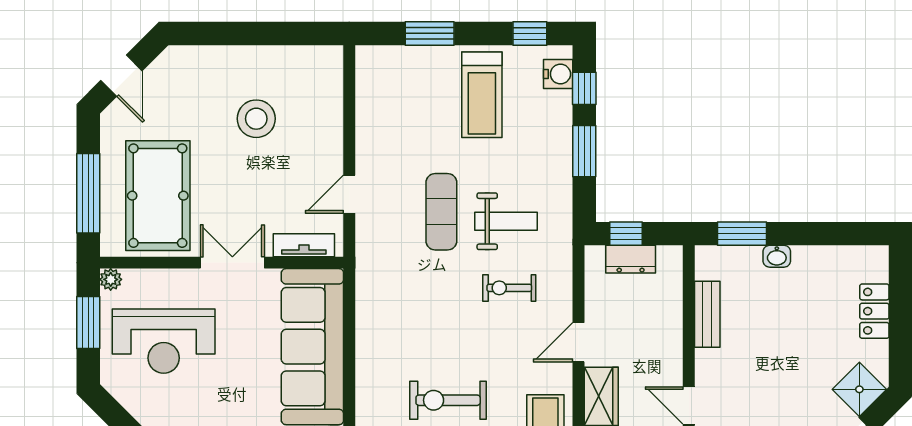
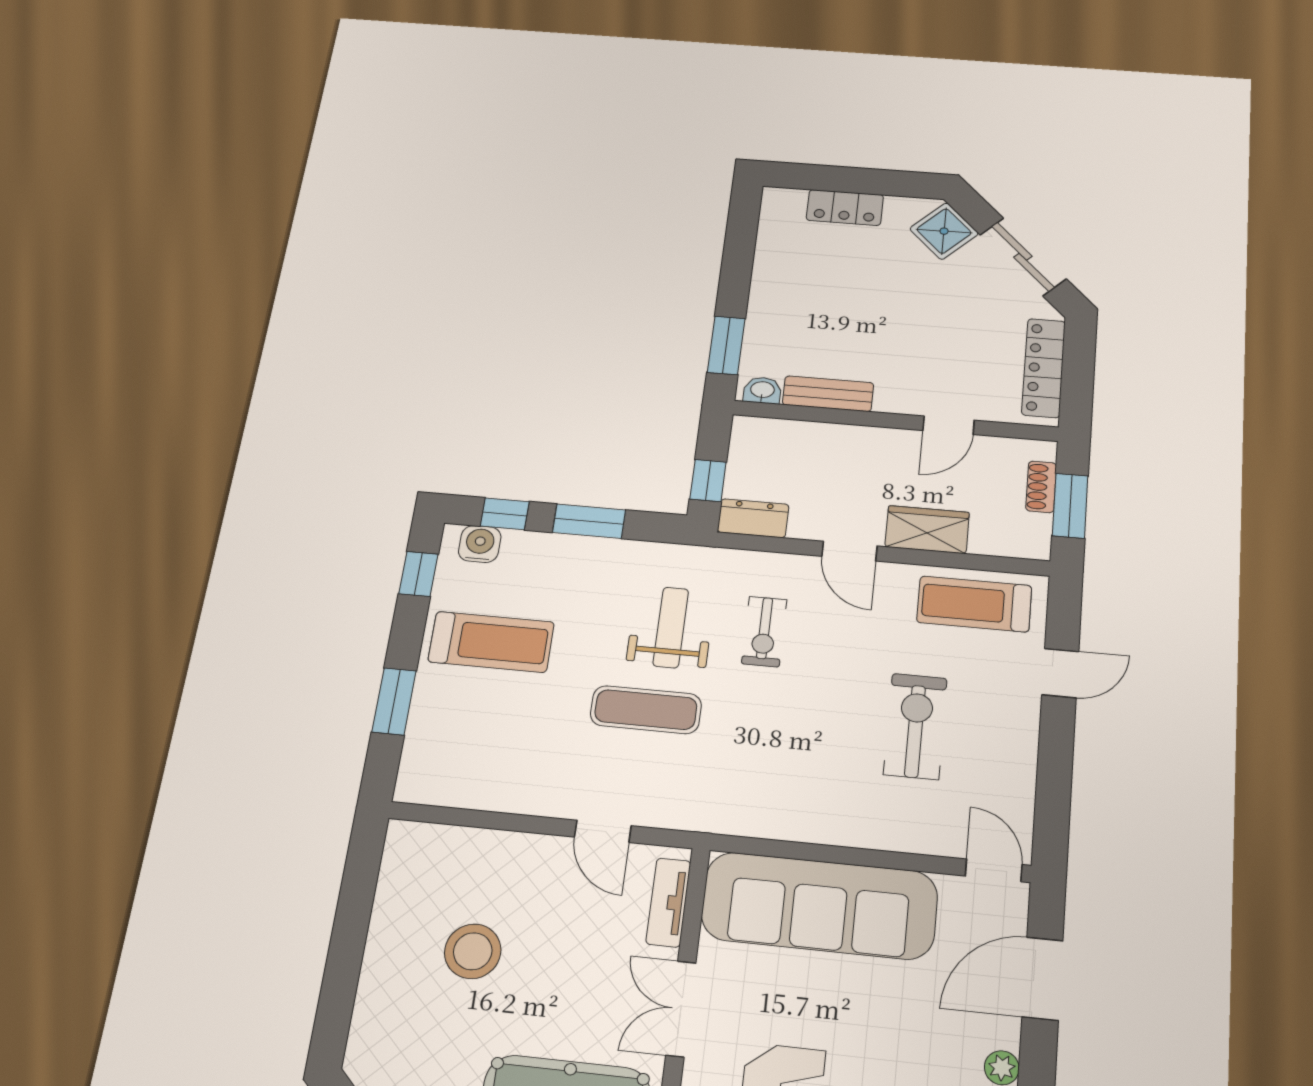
washbasin: (777, 256) -> (762, 390), moved, turned -90
dresser: (631, 259) -> (753, 518), moved, turned -90
exercise bike: (448, 400) -> (915, 726), turned 180

